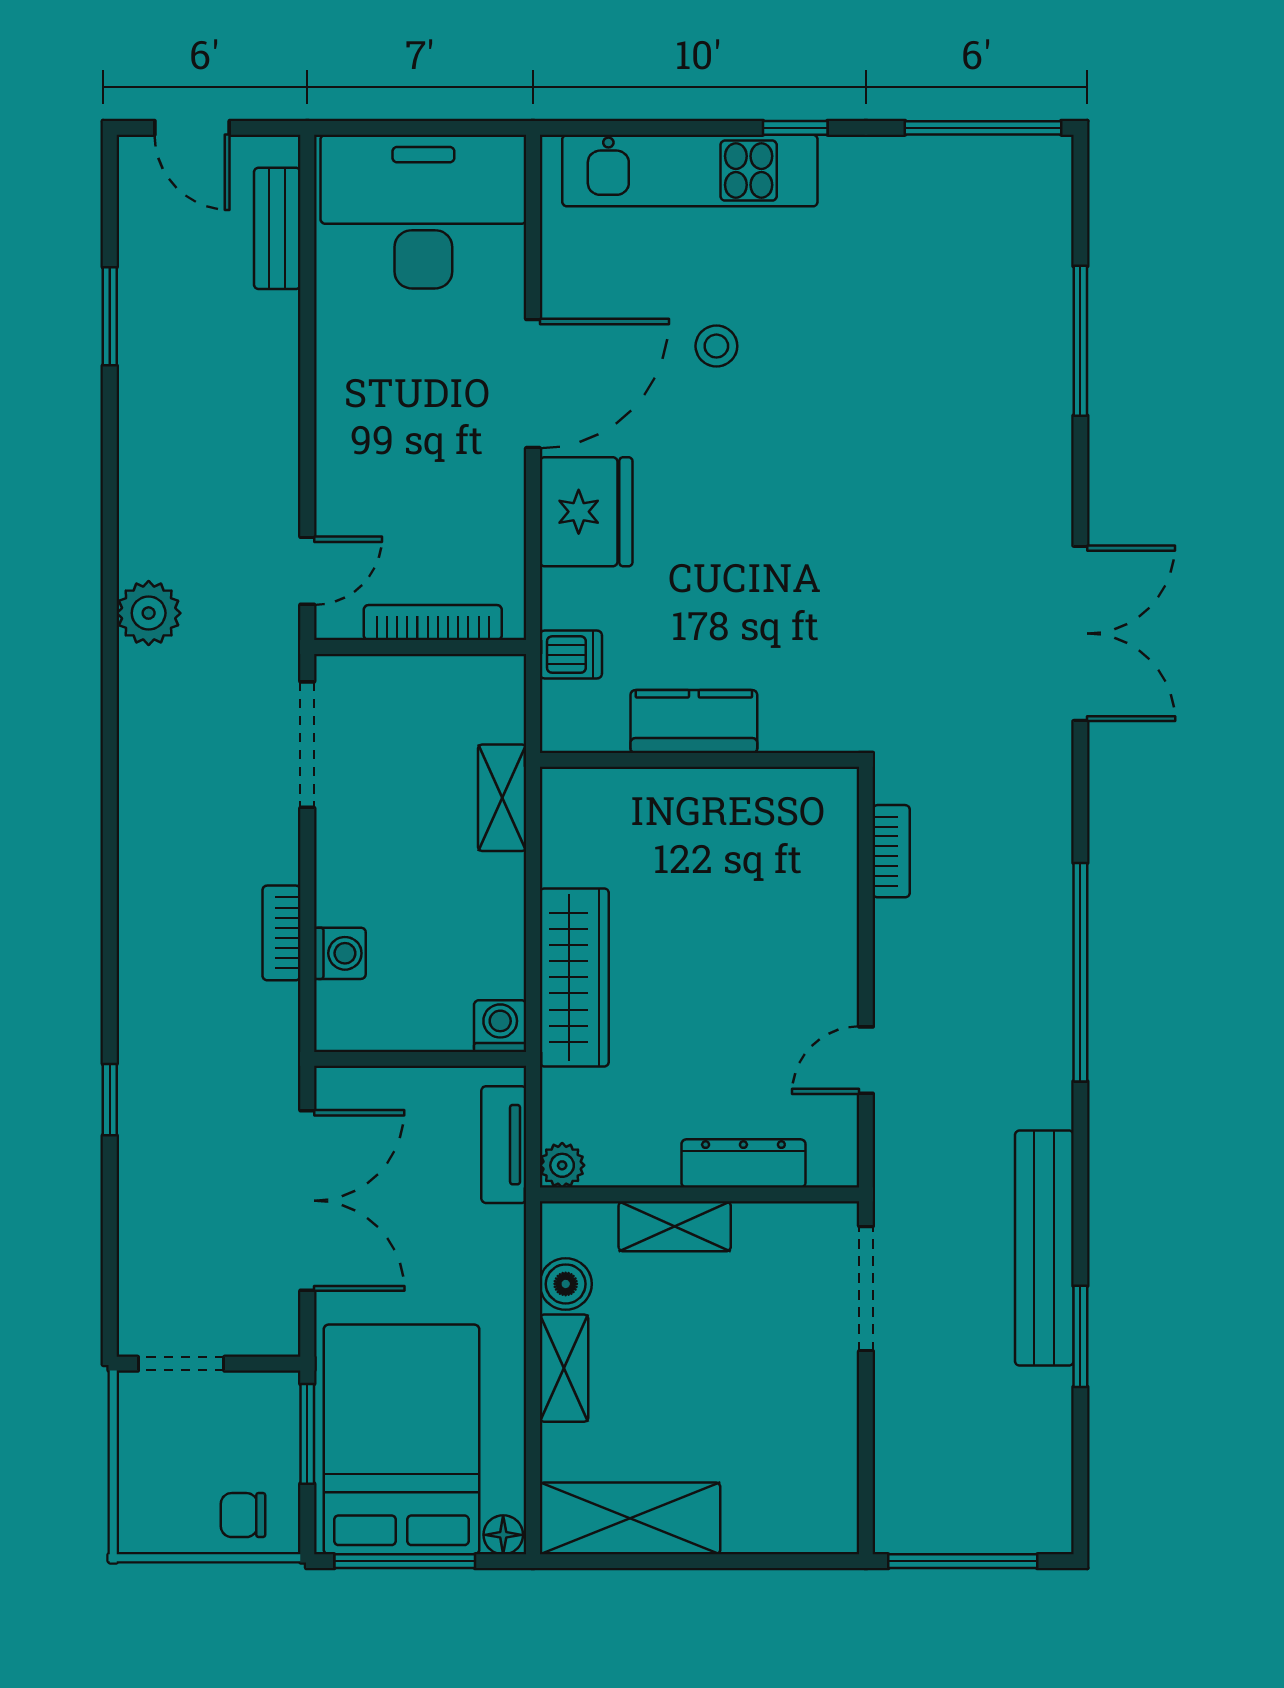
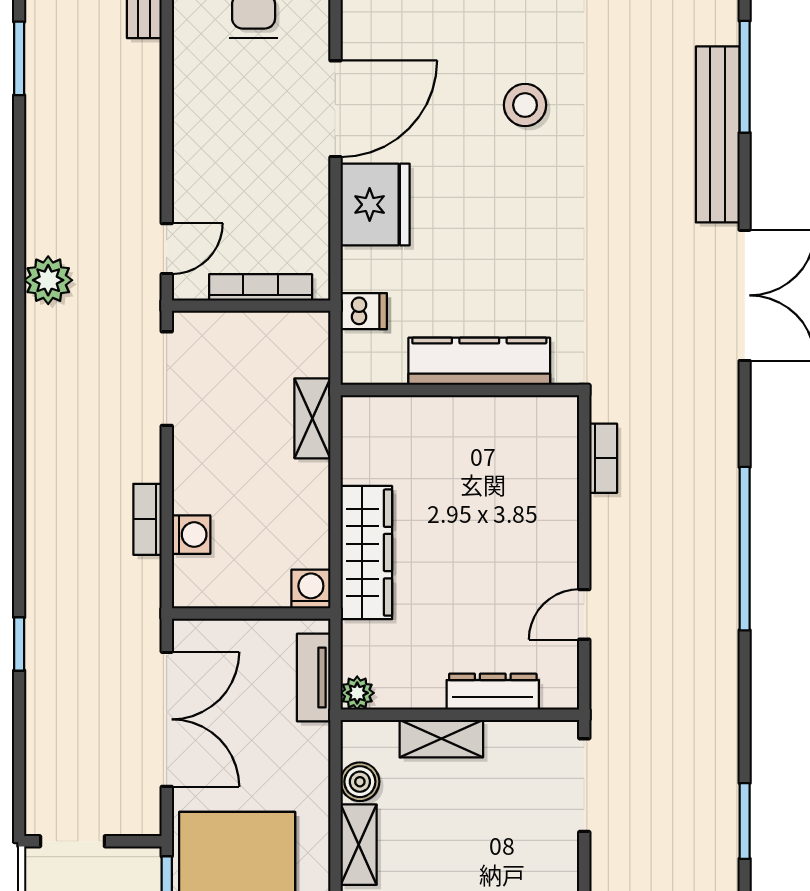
stool: (716, 346) -> (525, 105), moved, width x1.37, depth x1.37
kitchen counter: (694, 722) -> (479, 361), width x1.50
bench: (1044, 1248) -> (718, 134), moved

